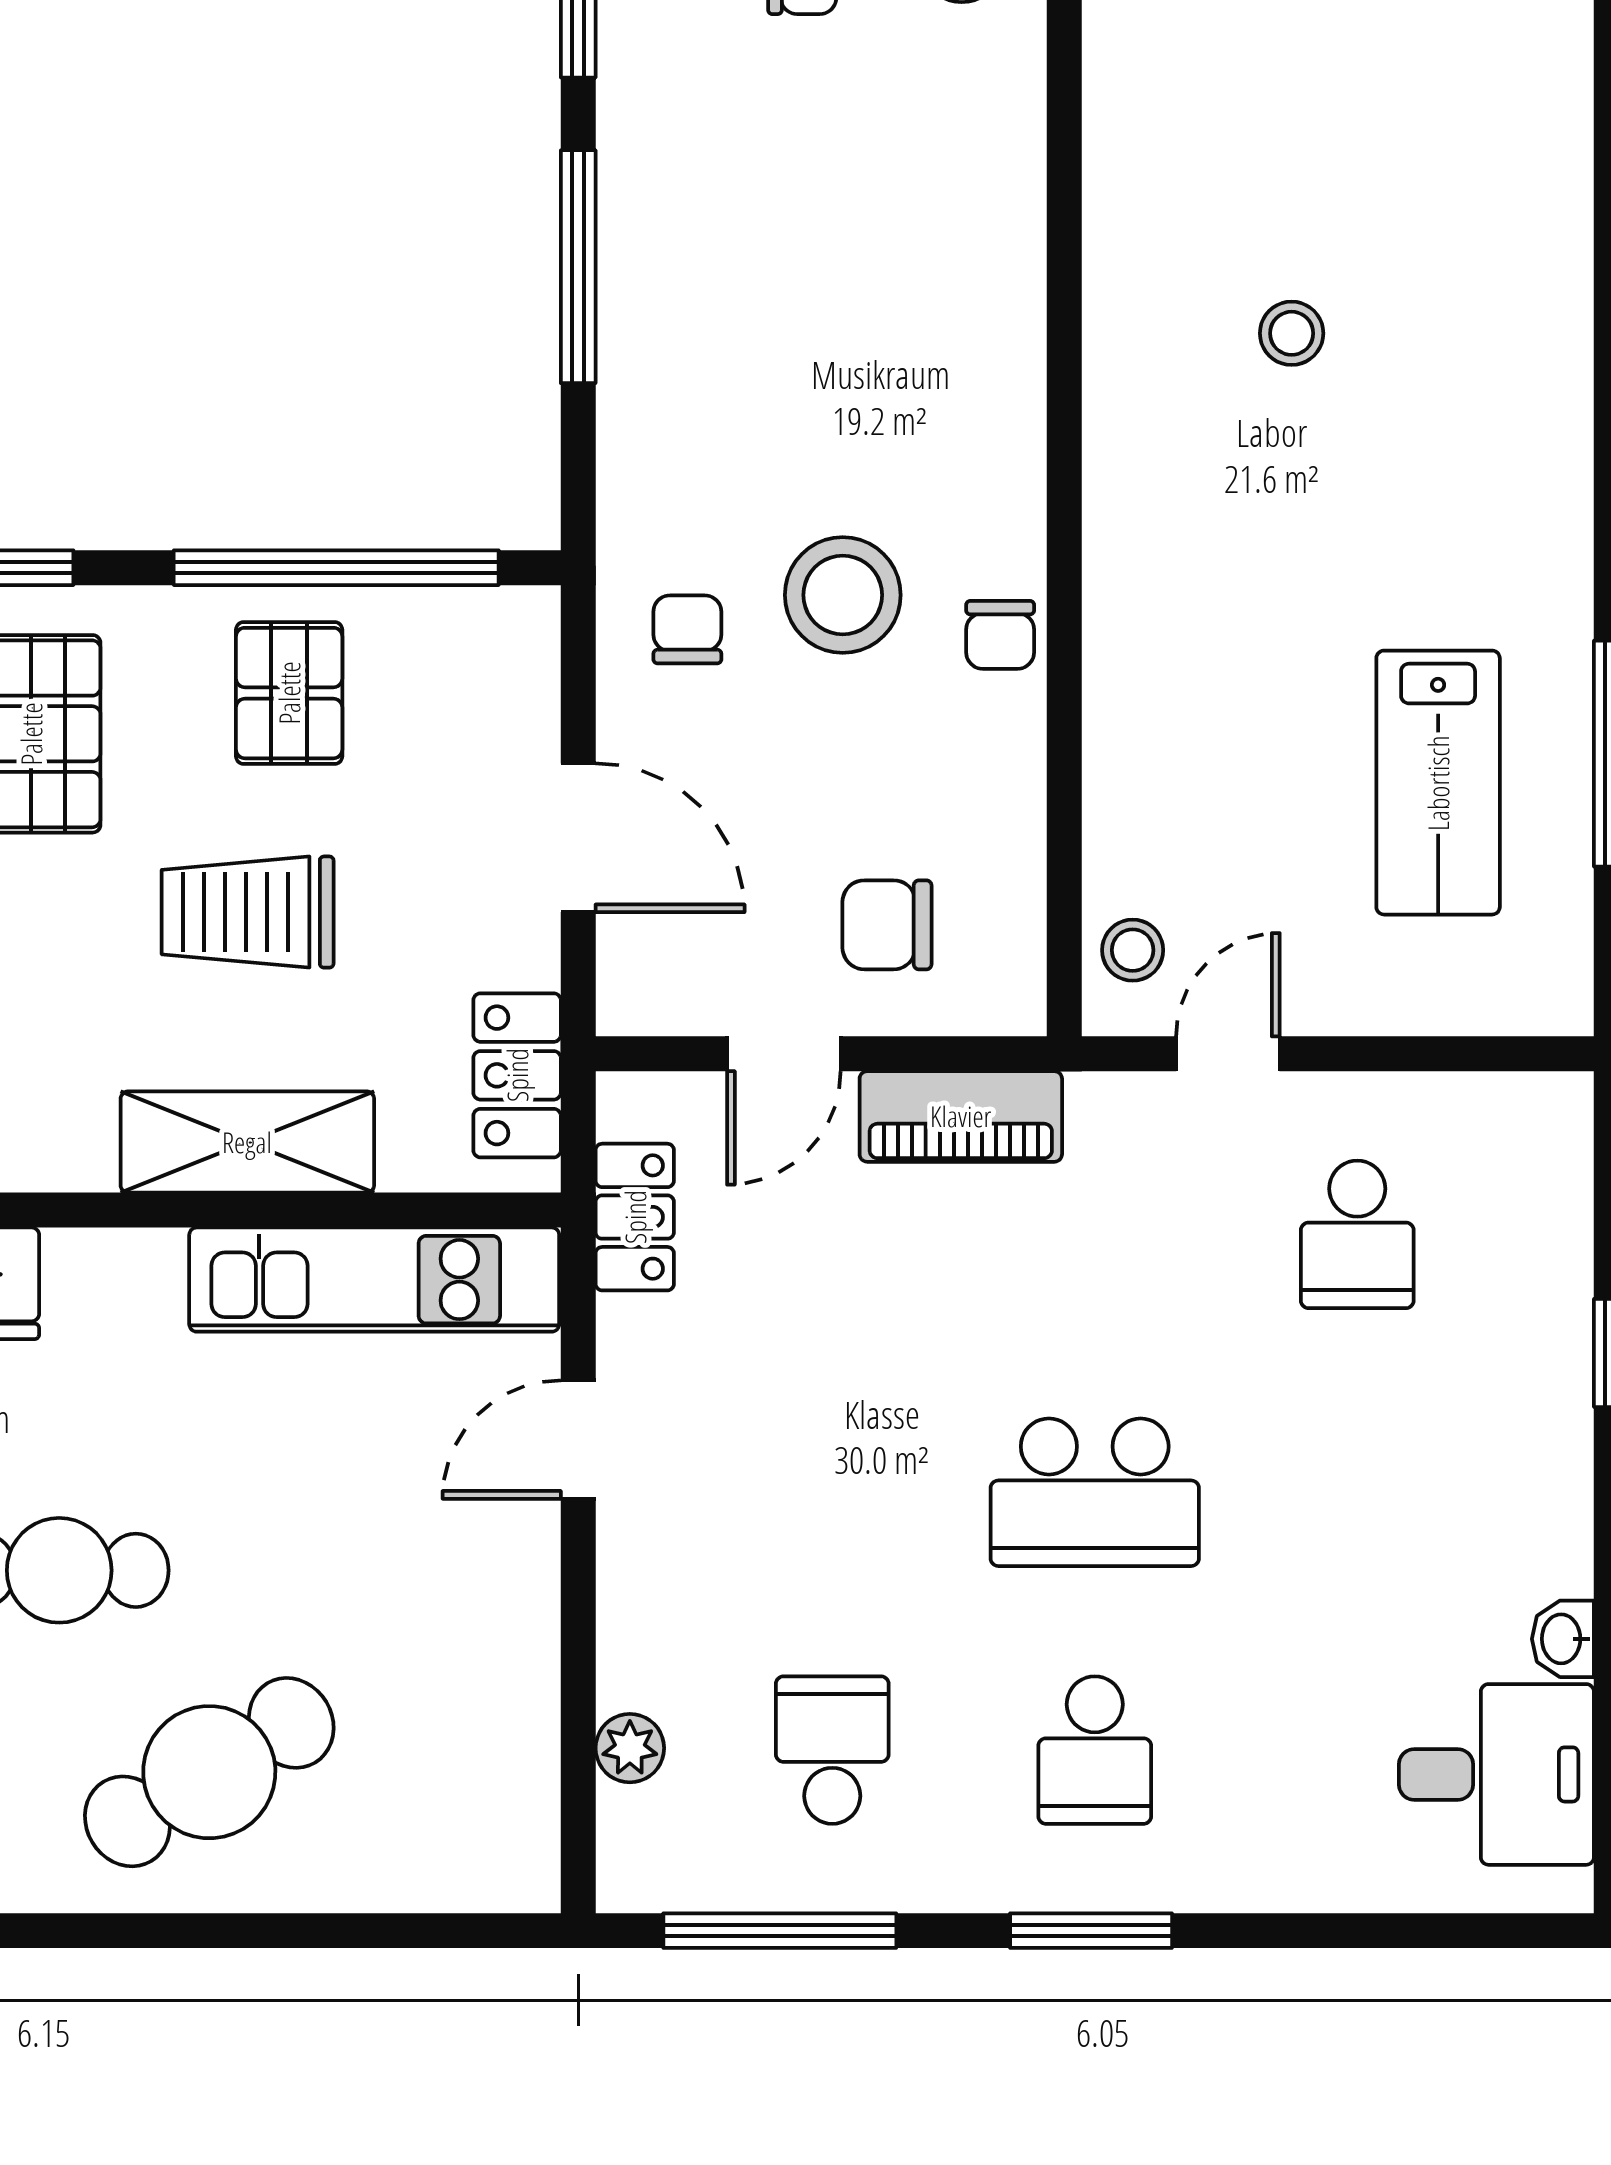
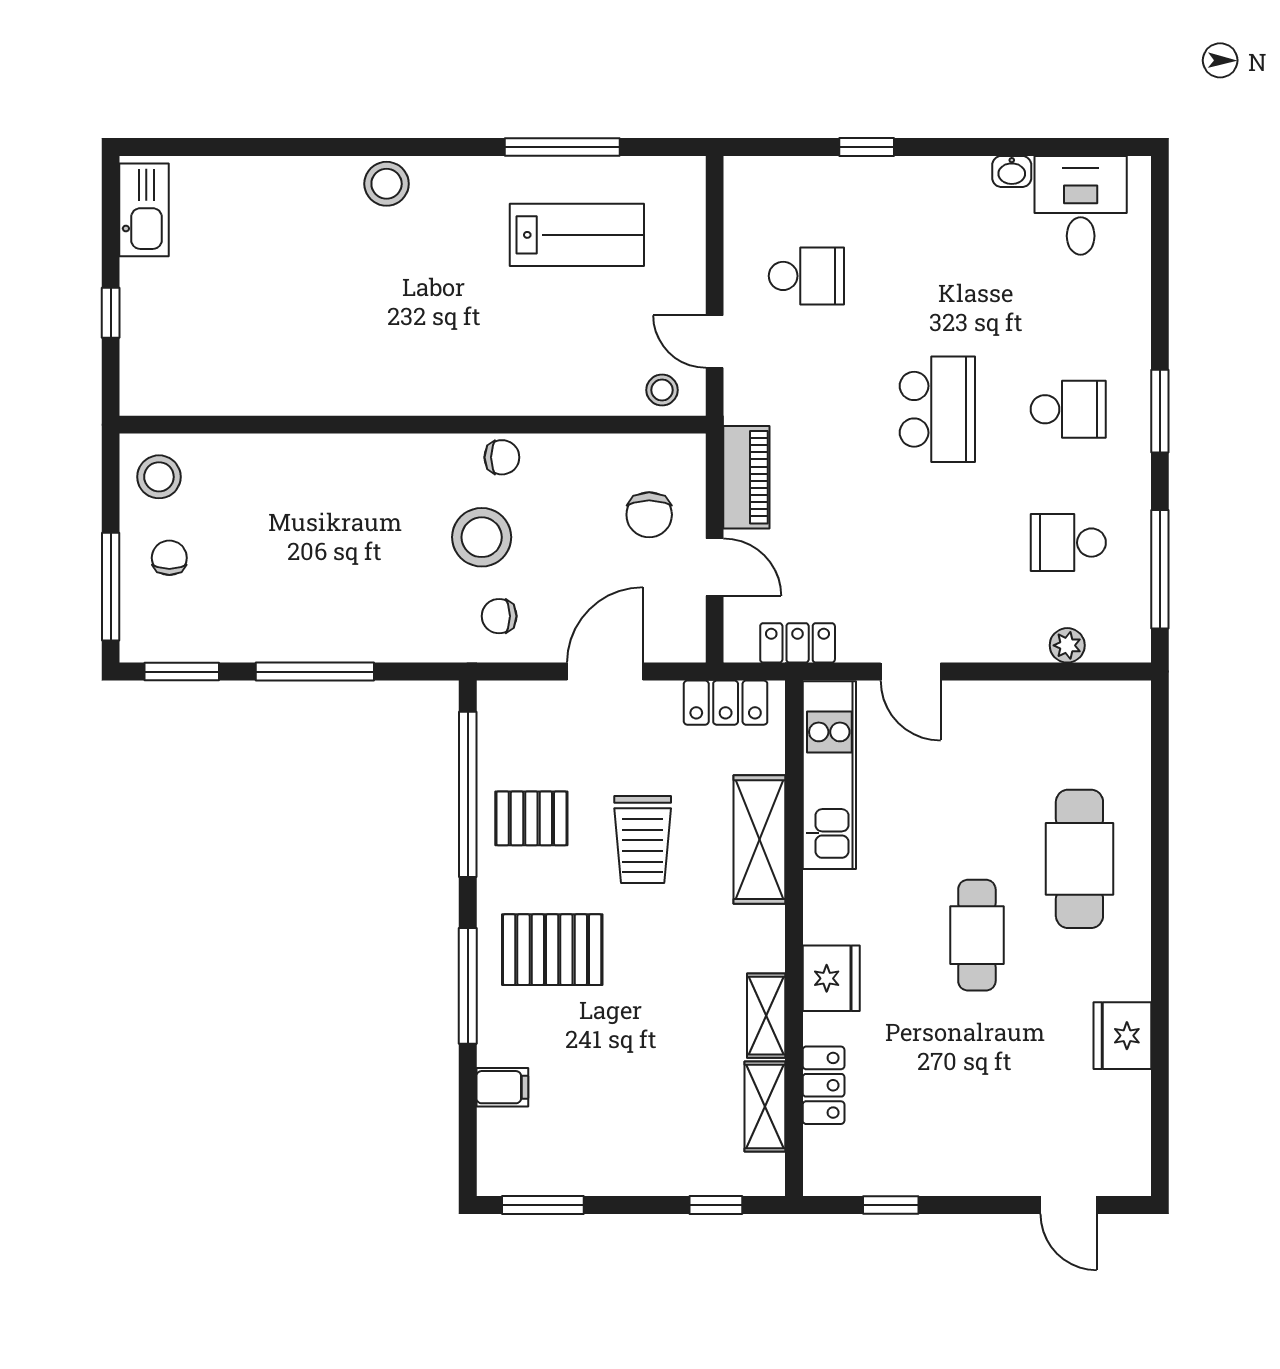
stool: (1292, 333) -> (387, 184), moved, width x1.37, depth x1.37
cafe table: (209, 1772) -> (1079, 859), turned 31

